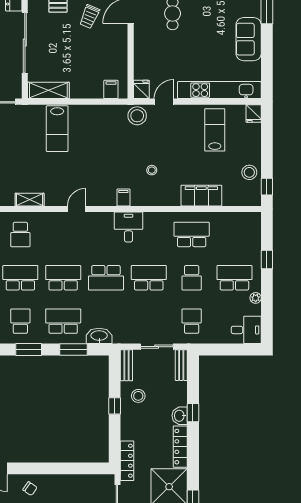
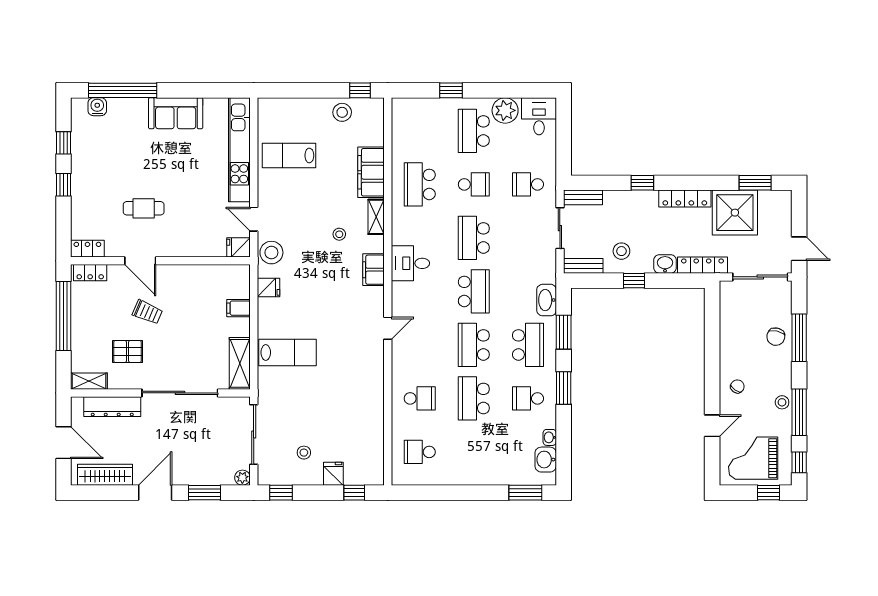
filing cabinet: (111, 89) -> (239, 308), moved
fridge: (254, 113) -> (269, 287), moved
filing cabinet: (123, 197) -> (374, 270), width x2.00
shelving: (30, 200) -> (376, 217), moved
door: (76, 209) -> (388, 328), swing flipped
plant: (256, 298) -> (505, 110), width x1.87, depth x1.87
school desk: (63, 321) -> (528, 345), turned 180
washbasin: (180, 416) -> (665, 264), moved, turned 180

